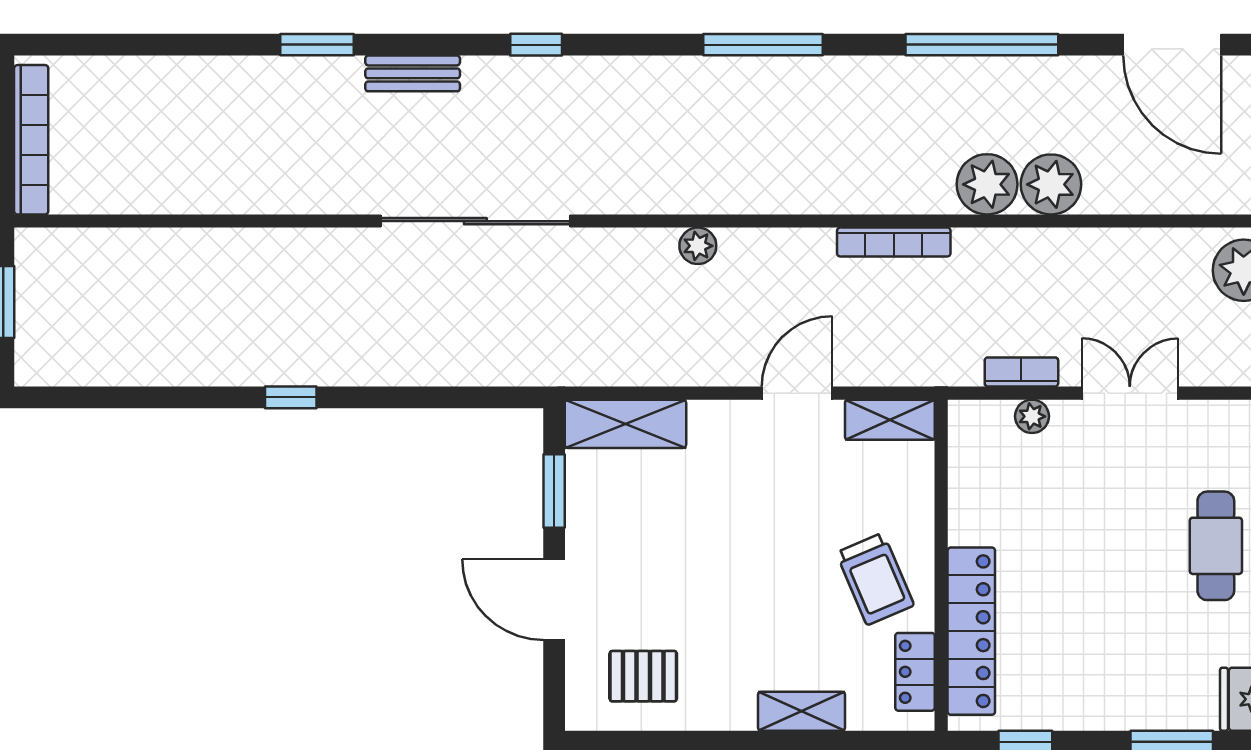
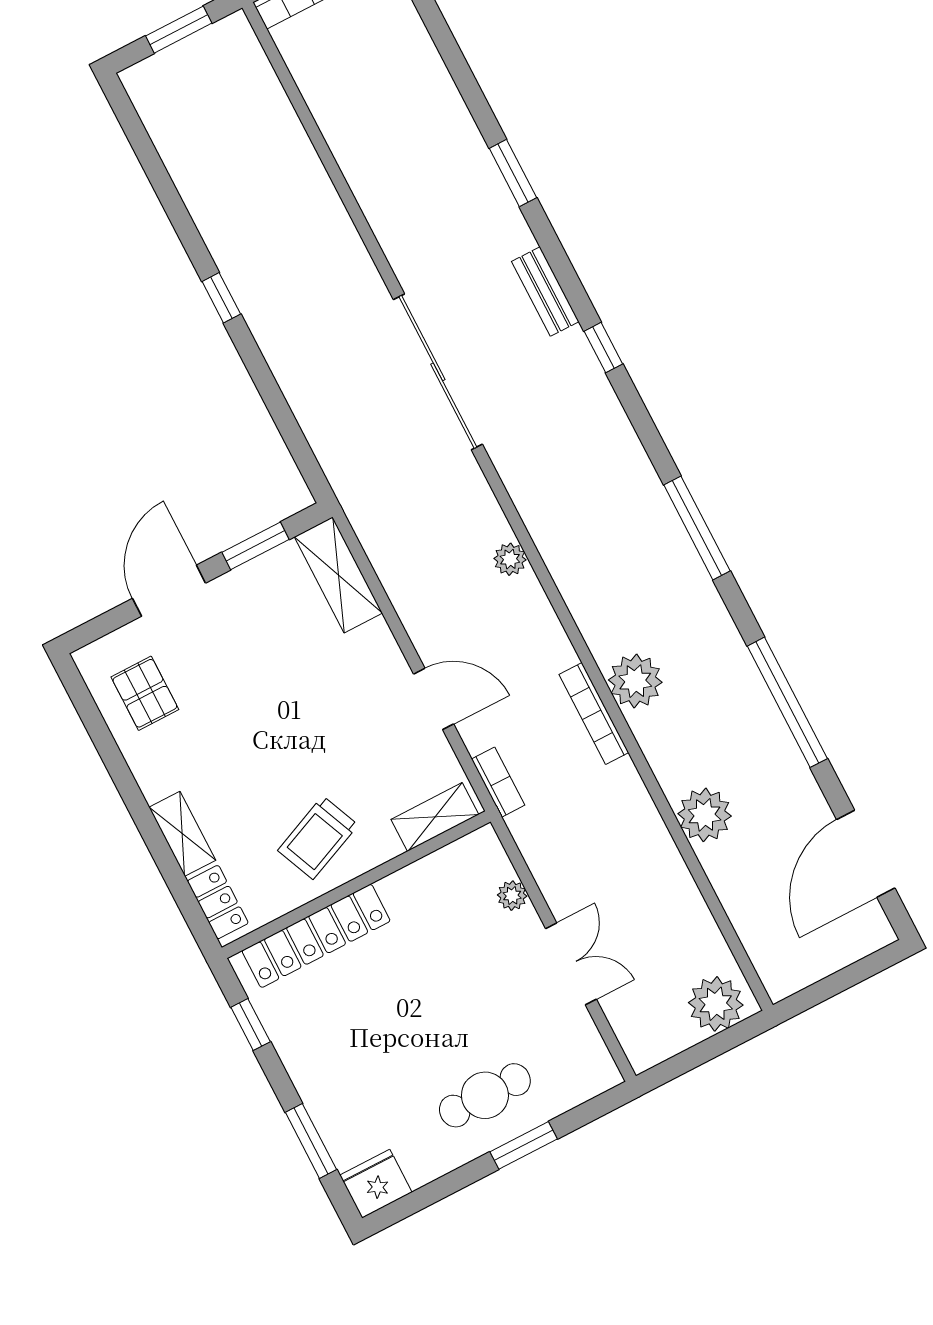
bench: (413, 73) -> (545, 292), moved
plant: (987, 184) -> (635, 681), moved
bookcase: (1021, 372) -> (498, 782), moved
shelving: (890, 420) -> (435, 817), moved, turned 90
locker: (915, 672) -> (218, 902), moved, turned 90

